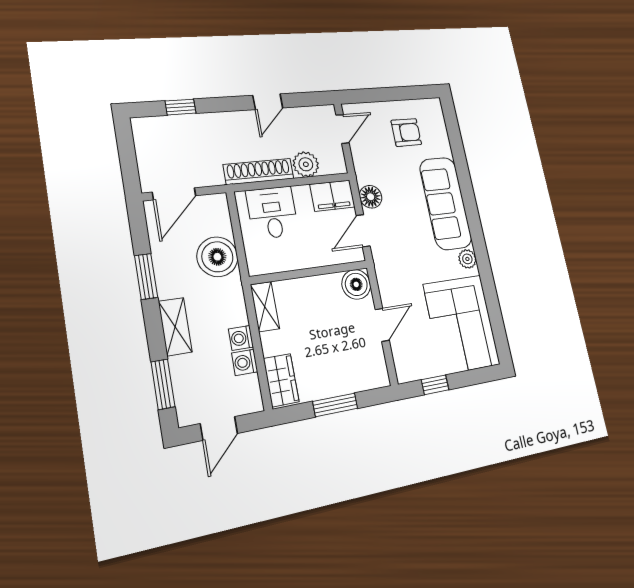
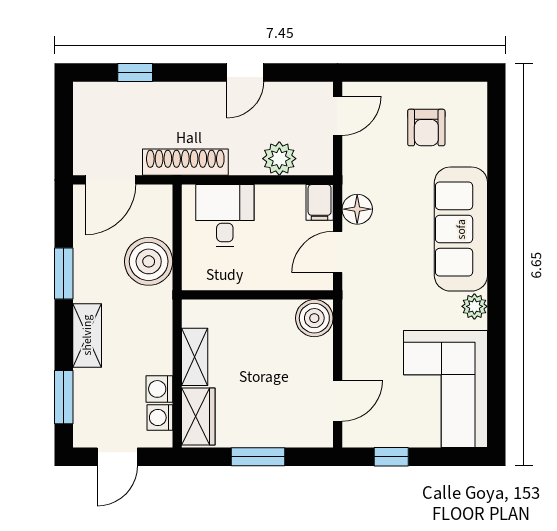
armchair: (406, 132) -> (426, 128), turned 90
shoe rack: (259, 171) -> (185, 162), moved
filing cabinet: (332, 196) -> (320, 202), width x0.50
shelving: (265, 307) -> (195, 357), moved
door: (382, 325) -> (338, 401), moved
washing machine: (241, 338) -> (160, 418), moved

